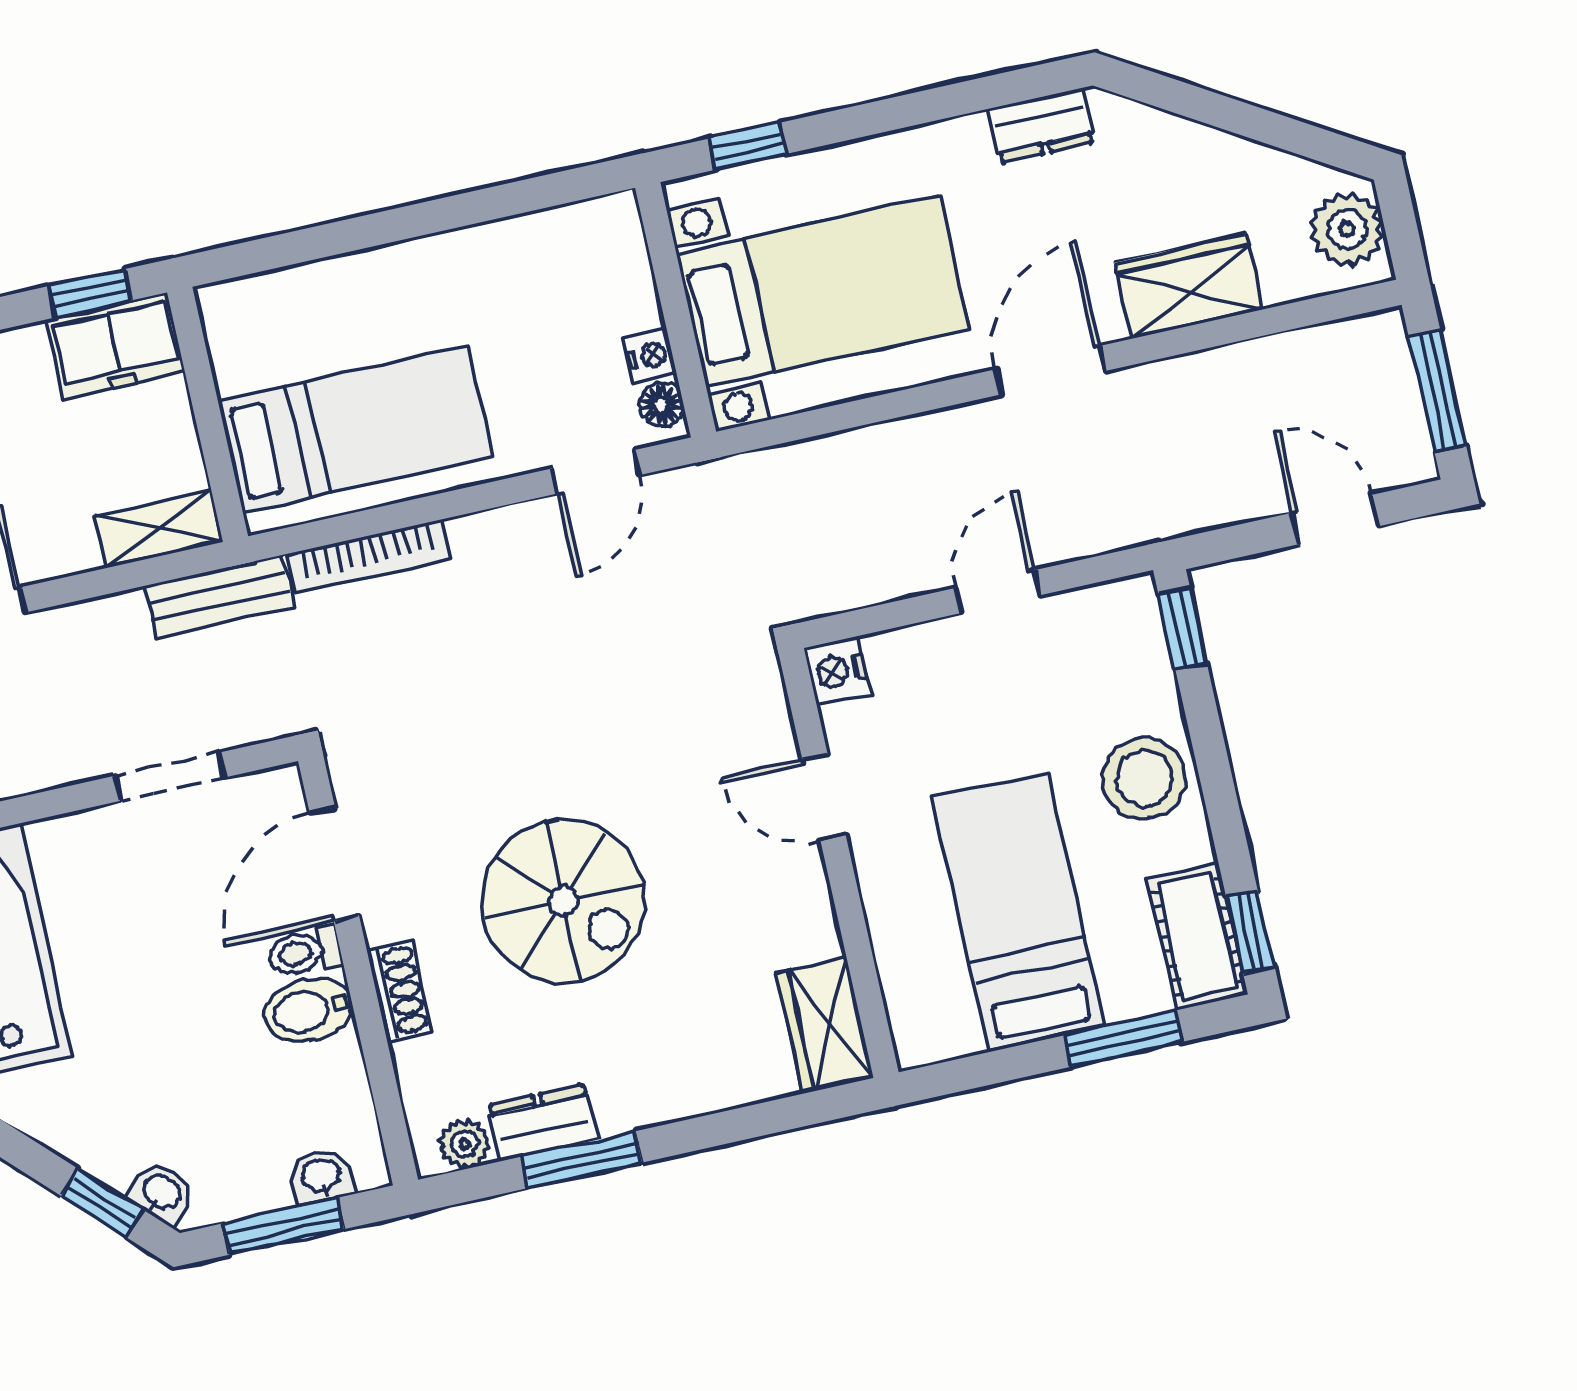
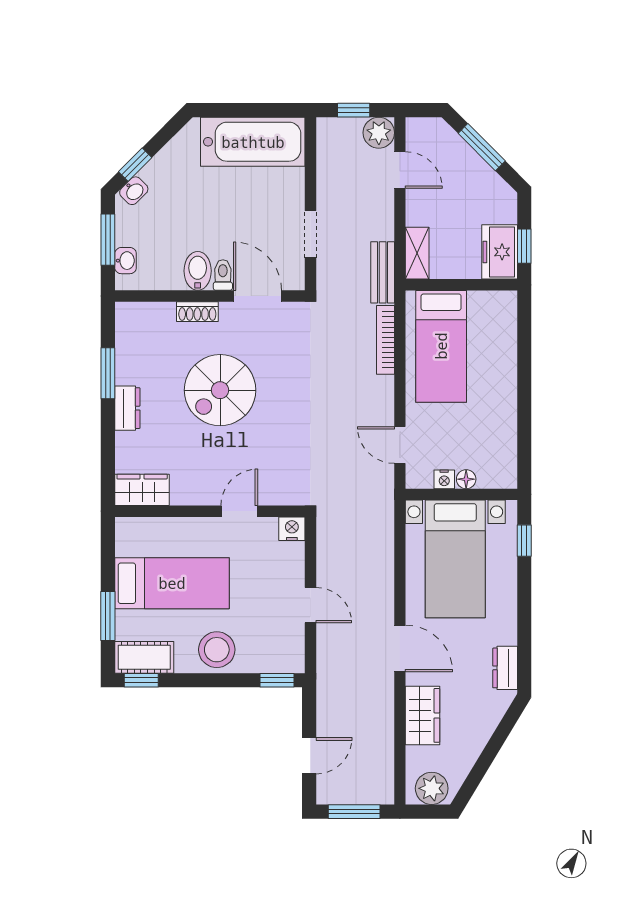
floor lamp: (661, 405) -> (466, 479), moved
dresser: (543, 1123) -> (127, 408), moved
plant: (465, 1144) -> (126, 325), removed

